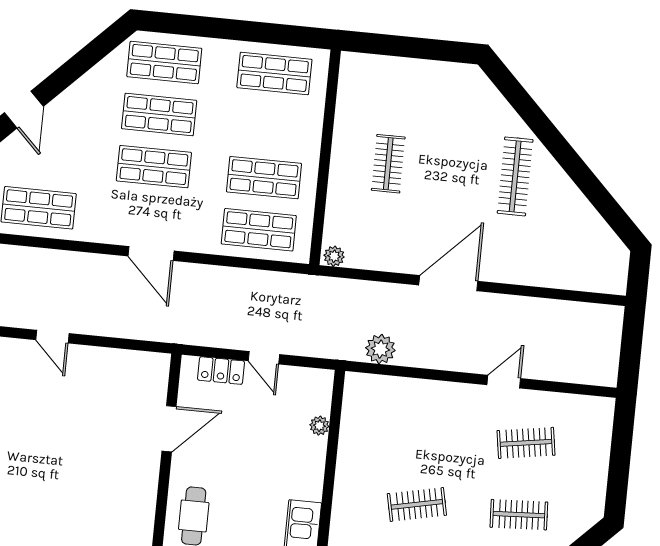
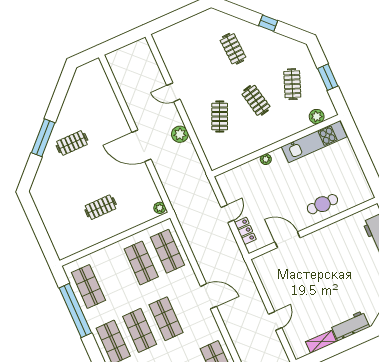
window: (248, 31) -> (75, 311), added
window: (549, 136) -> (43, 138), added
clothes rail: (515, 176) -> (72, 143), width x0.73
door: (151, 254) -> (208, 296), hinge flipped
plant: (380, 349) -> (180, 134), moved
plant: (319, 426) -> (266, 159), moved
clothes rail: (526, 443) -> (220, 117), moved, turned 33

